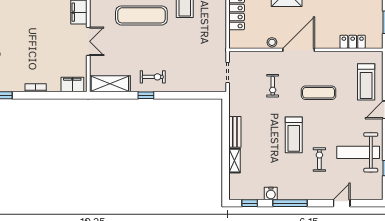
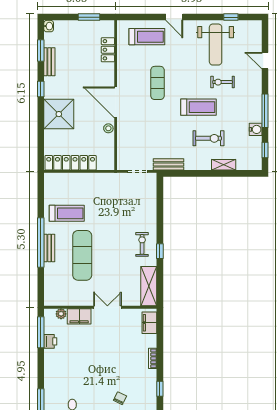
exercise bike: (273, 86) -> (208, 138), moved, width x1.38, depth x1.39
bench: (235, 132) -> (169, 164), moved

